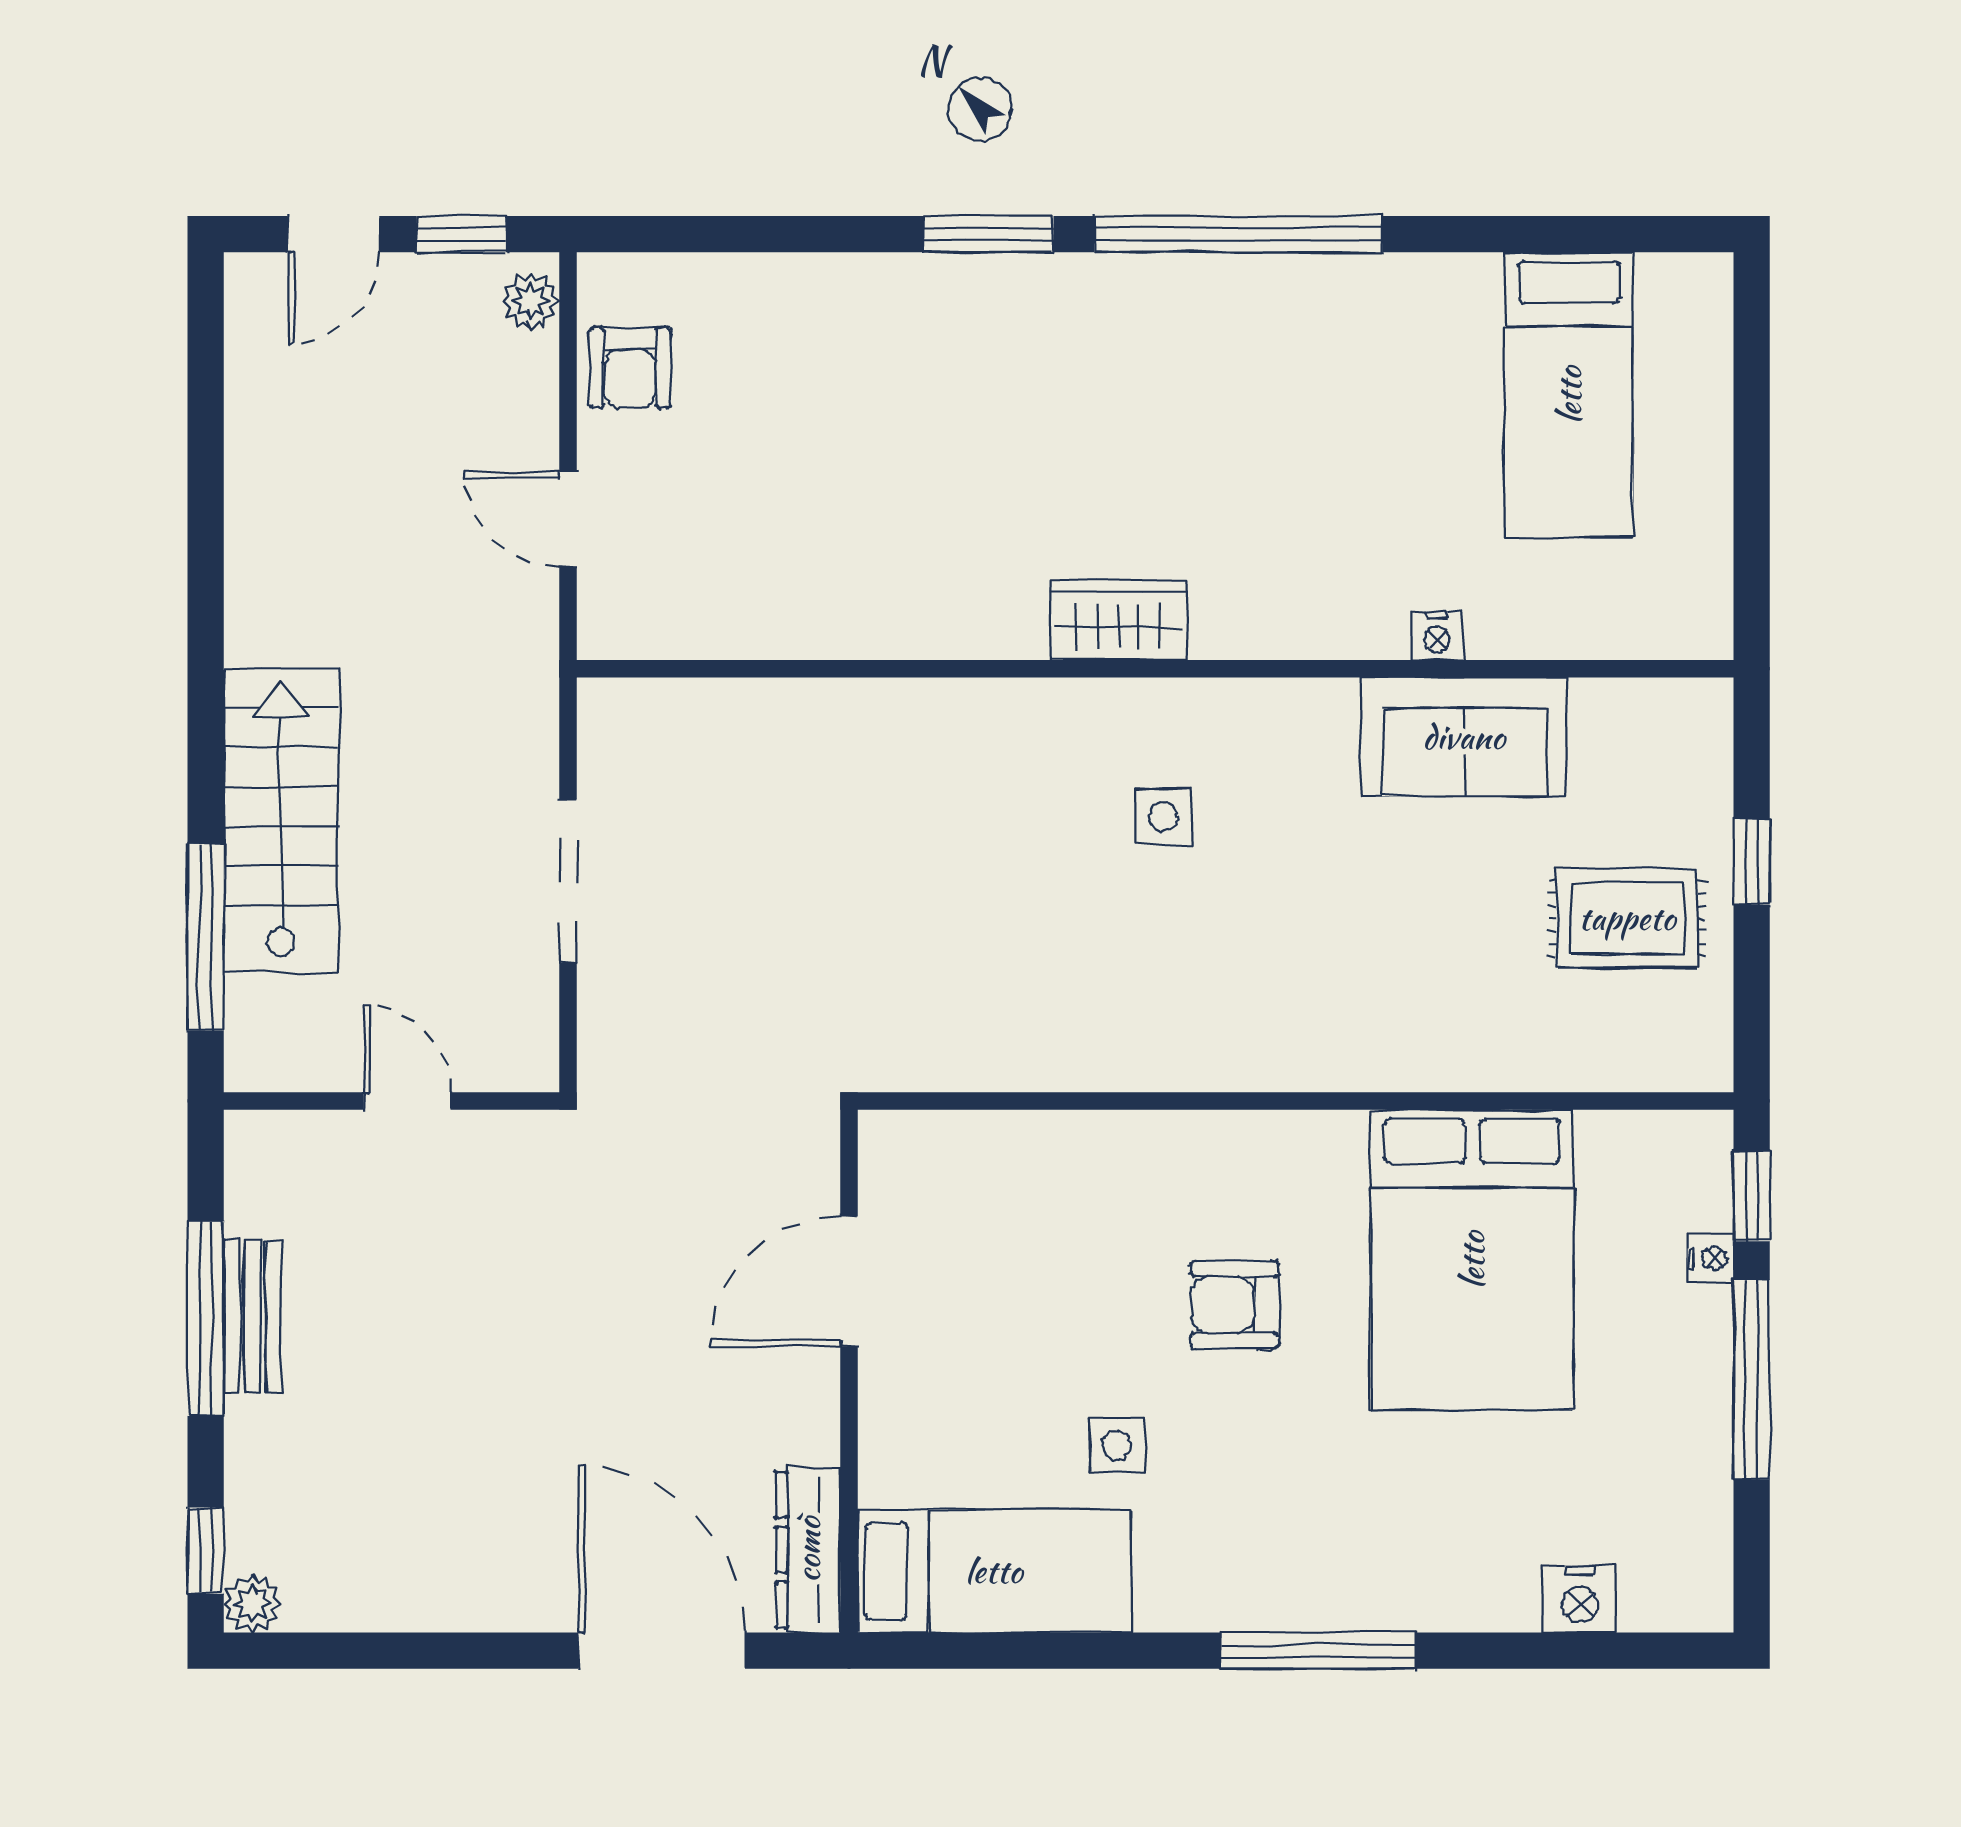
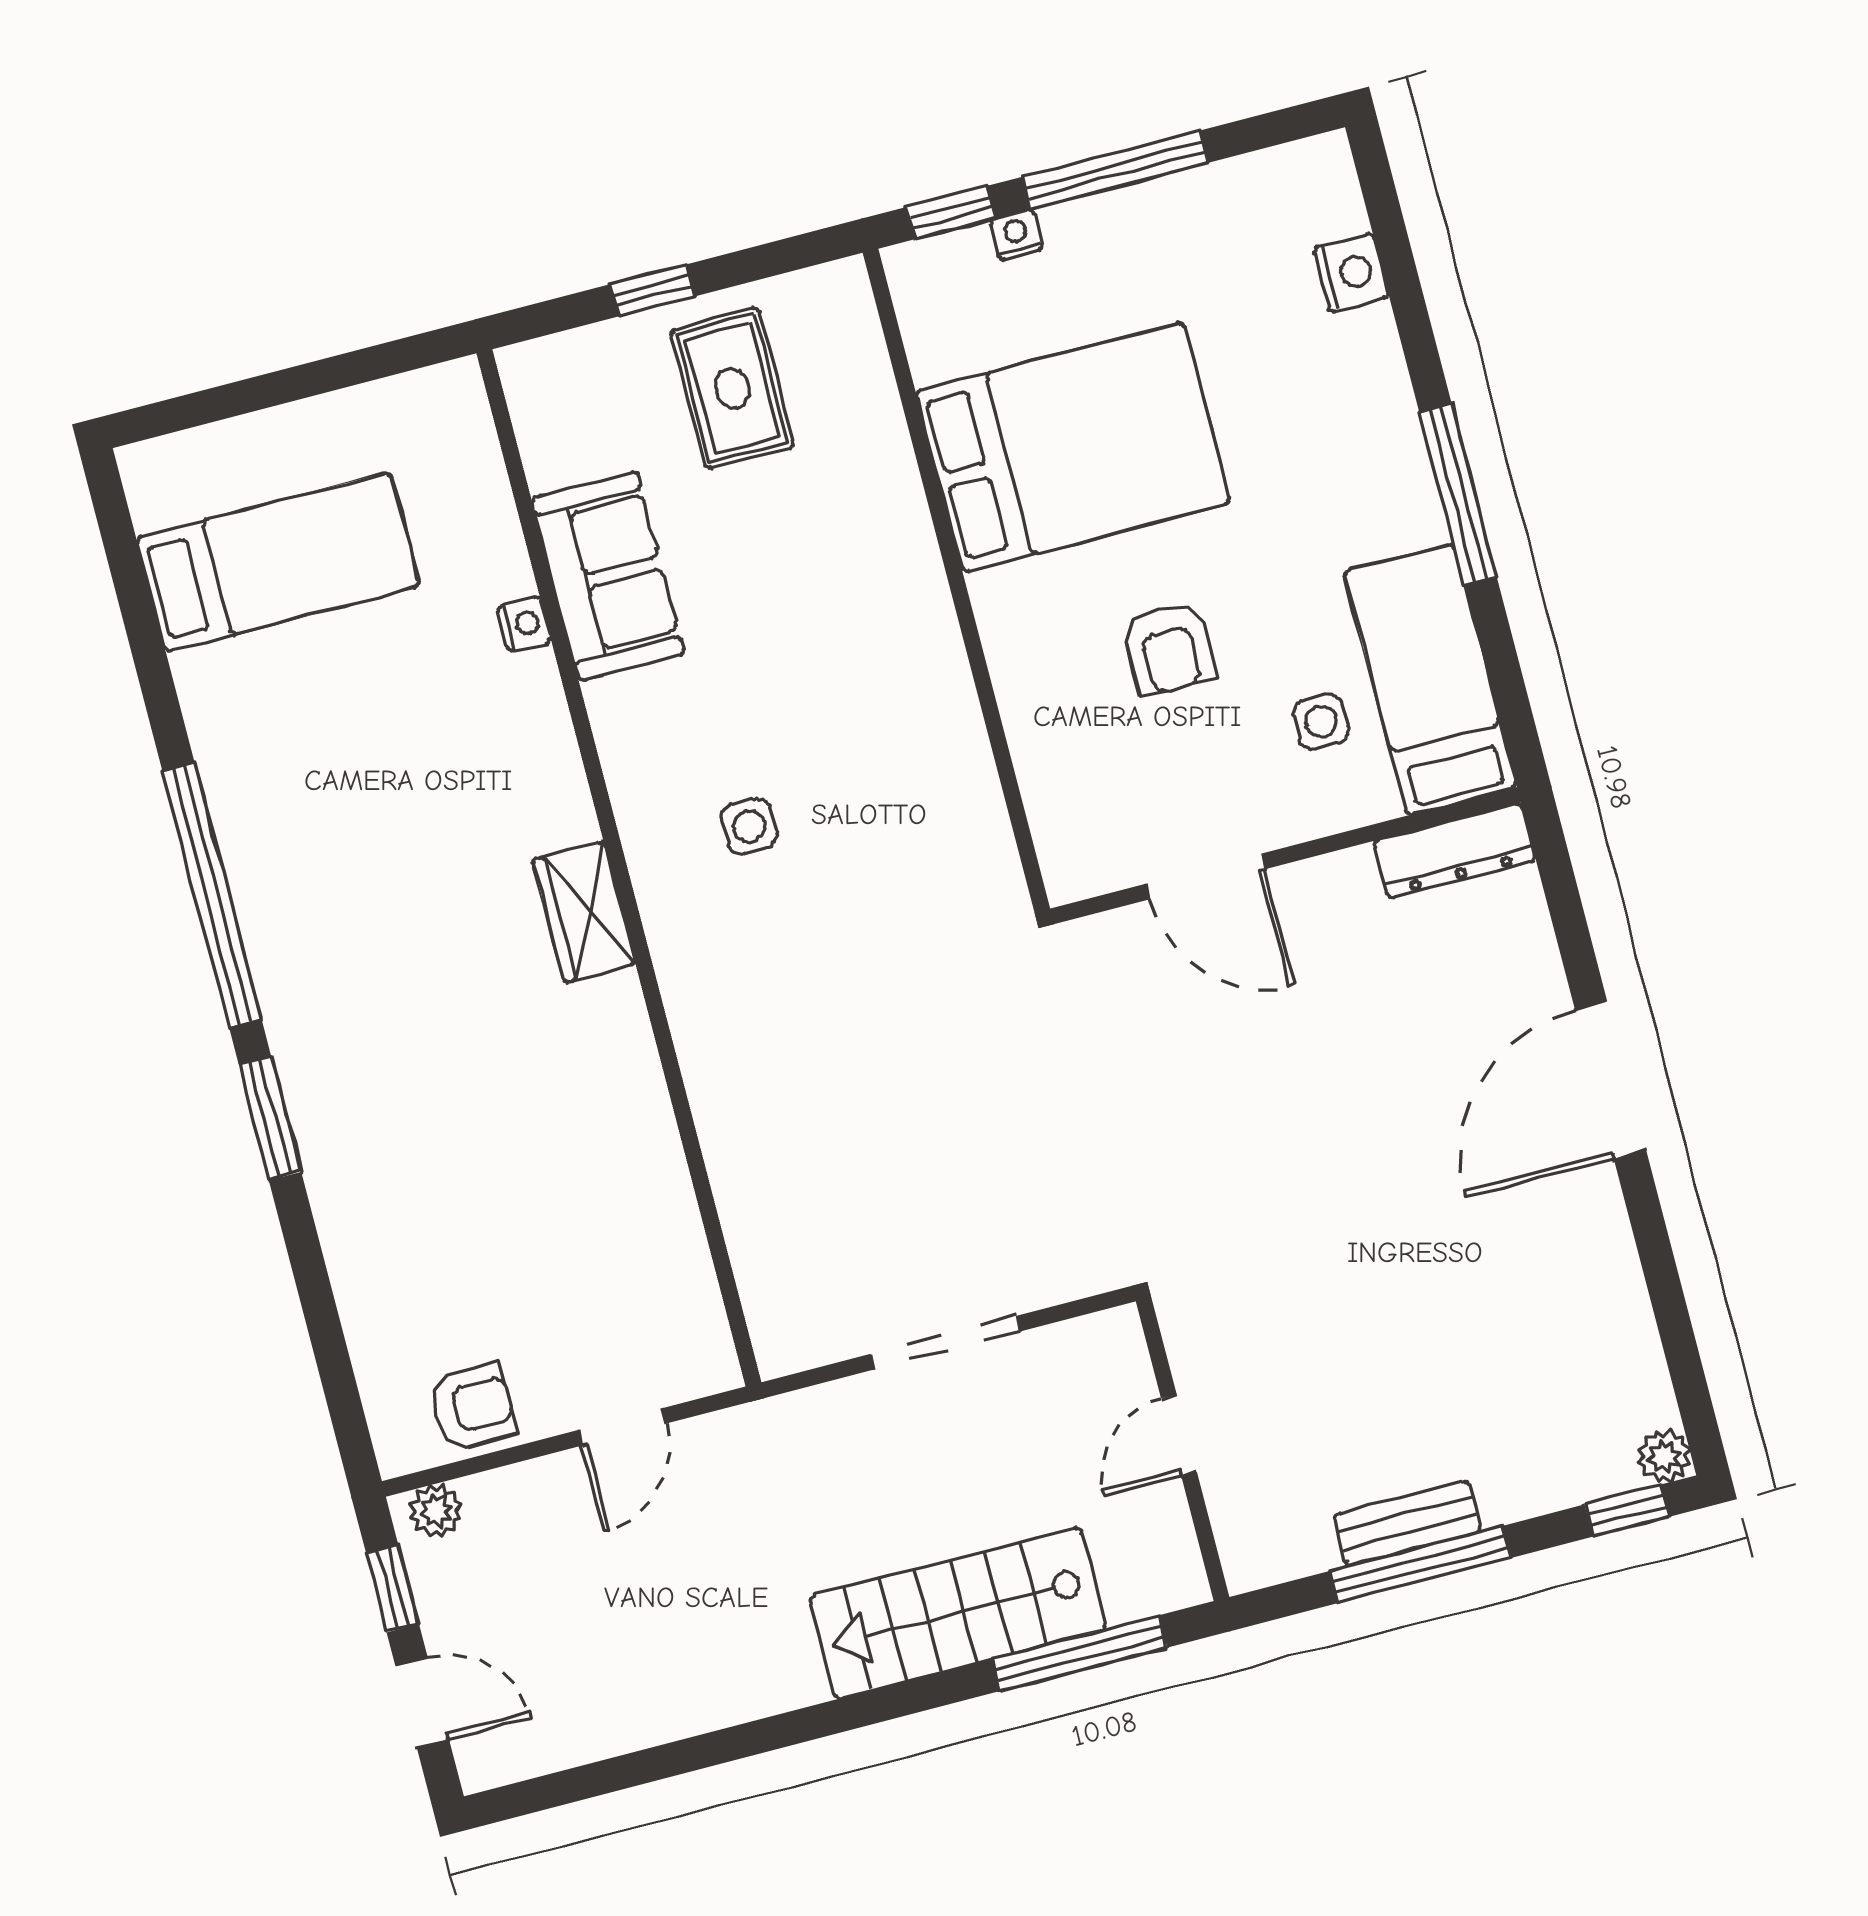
door: (849, 1281) -> (1205, 877), moved
wall: (849, 1371) -> (1286, 856), moved
dresser: (808, 1550) -> (1455, 851), moved
bed: (994, 1571) -> (1430, 679), moved

